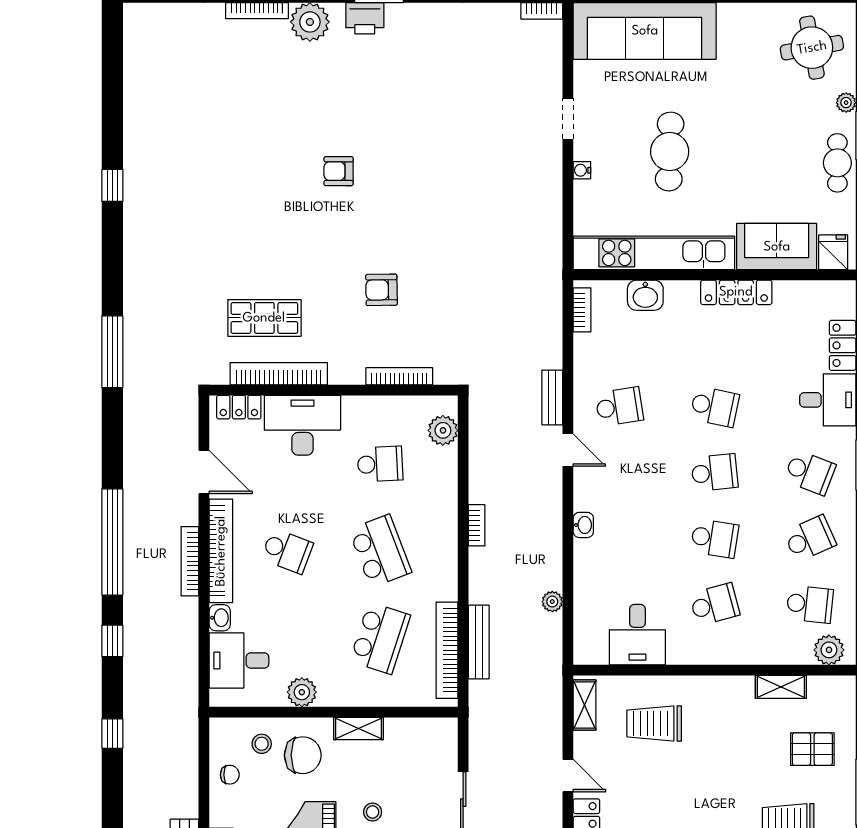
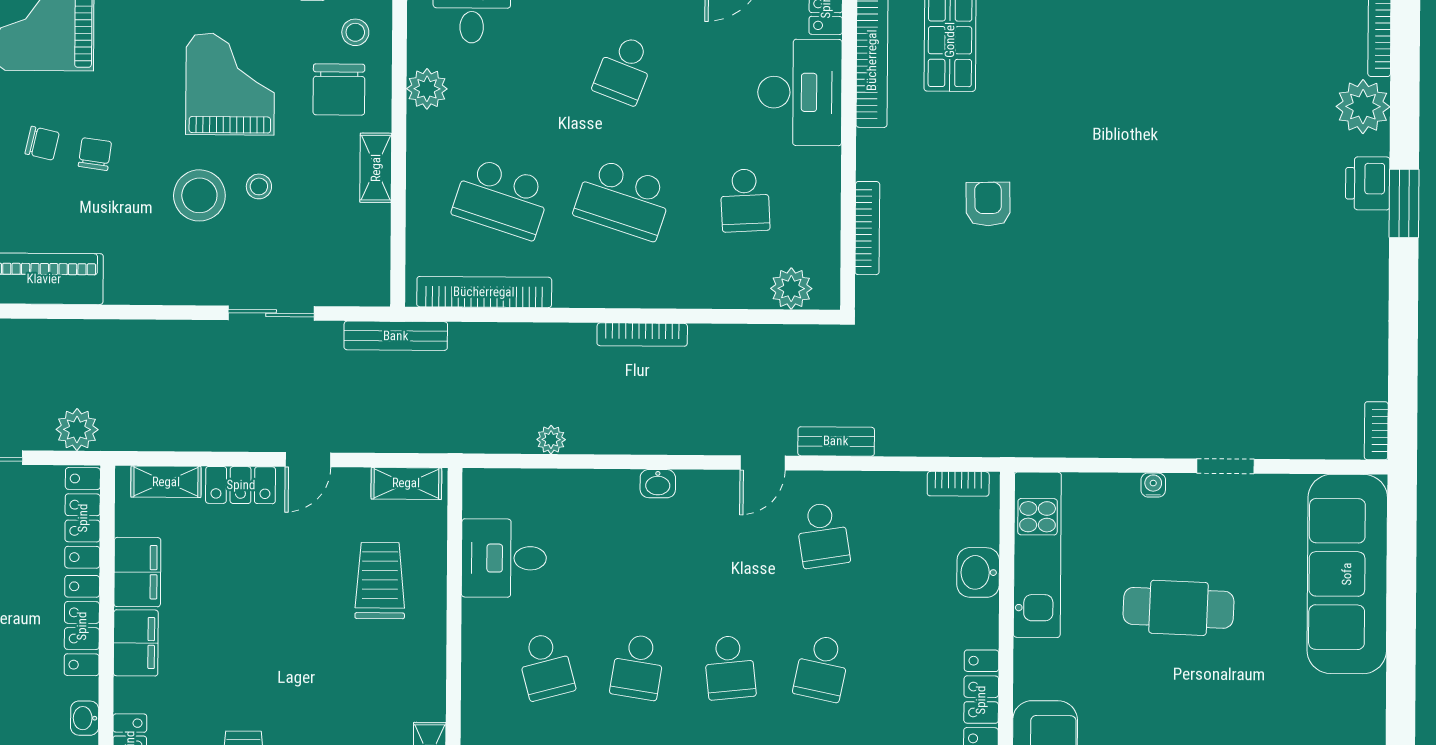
armchair: (339, 171) -> (1154, 145), removed
kitchen unit: (654, 253) -> (1037, 555), width x0.73
bookcase: (477, 525) -> (642, 335), width x1.56
school desk: (380, 551) -> (623, 199), turned 39
bench: (479, 642) -> (396, 336), moved

